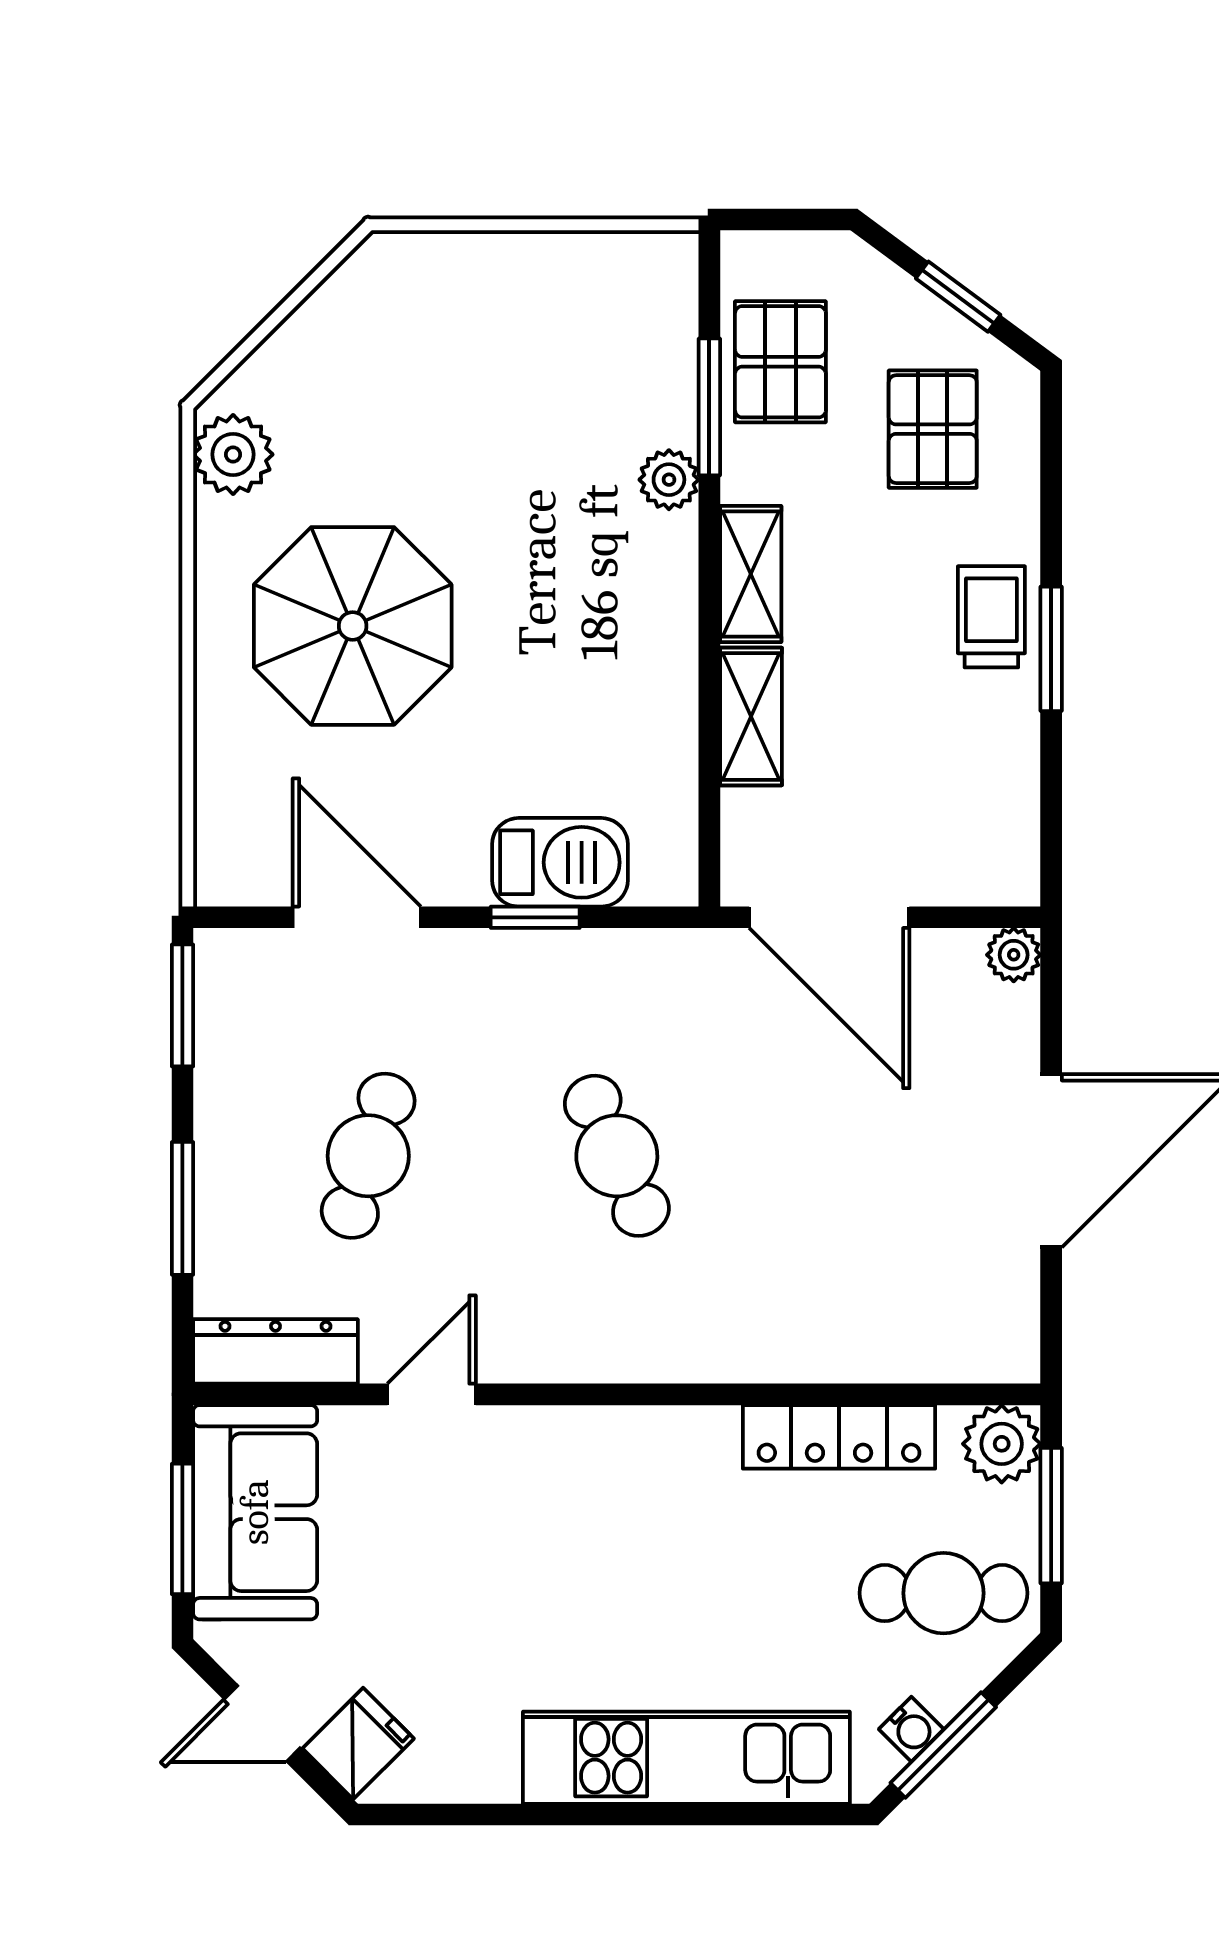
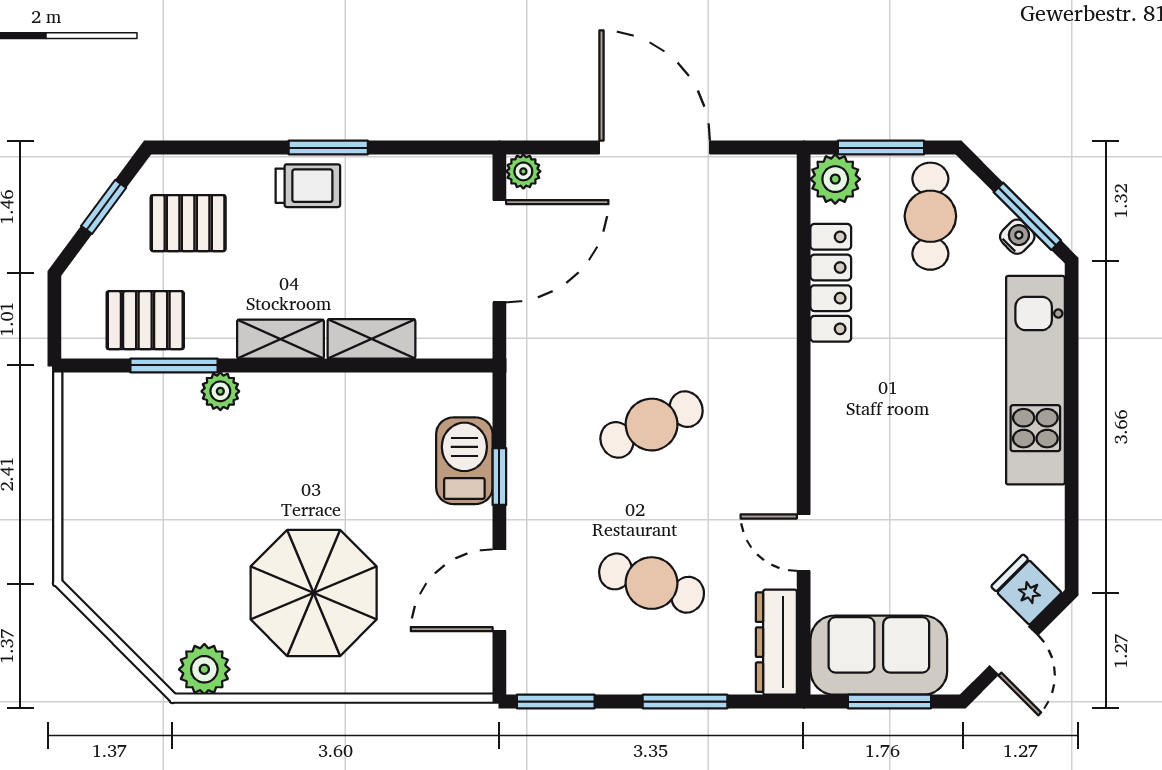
trolley: (991, 617) -> (308, 186), turned 180
door: (829, 917) -> (499, 251), moved

